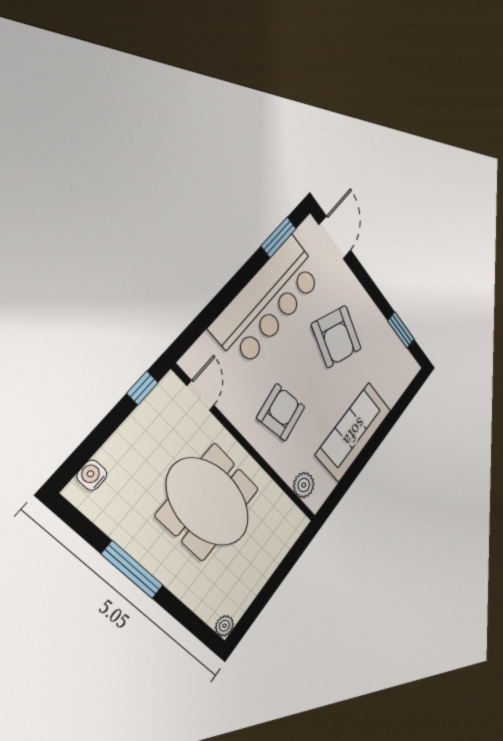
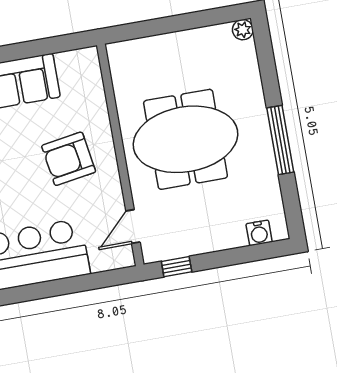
plant: (304, 485) -> (90, 80), removed
meeting table: (208, 502) -> (185, 139), turned 90

